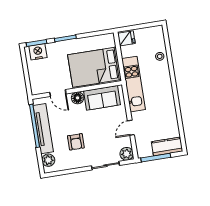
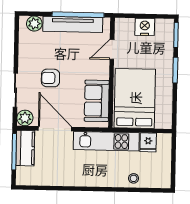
fridge: (126, 38) -> (148, 142), moved
nightstand: (38, 52) -> (145, 27), moved, turned -90
floor lamp: (78, 98) -> (102, 72), removed
door: (131, 128) -> (55, 129), width x1.87
armchair: (76, 142) -> (50, 78), moved
kitchen counter: (167, 147) -> (25, 148), moved

